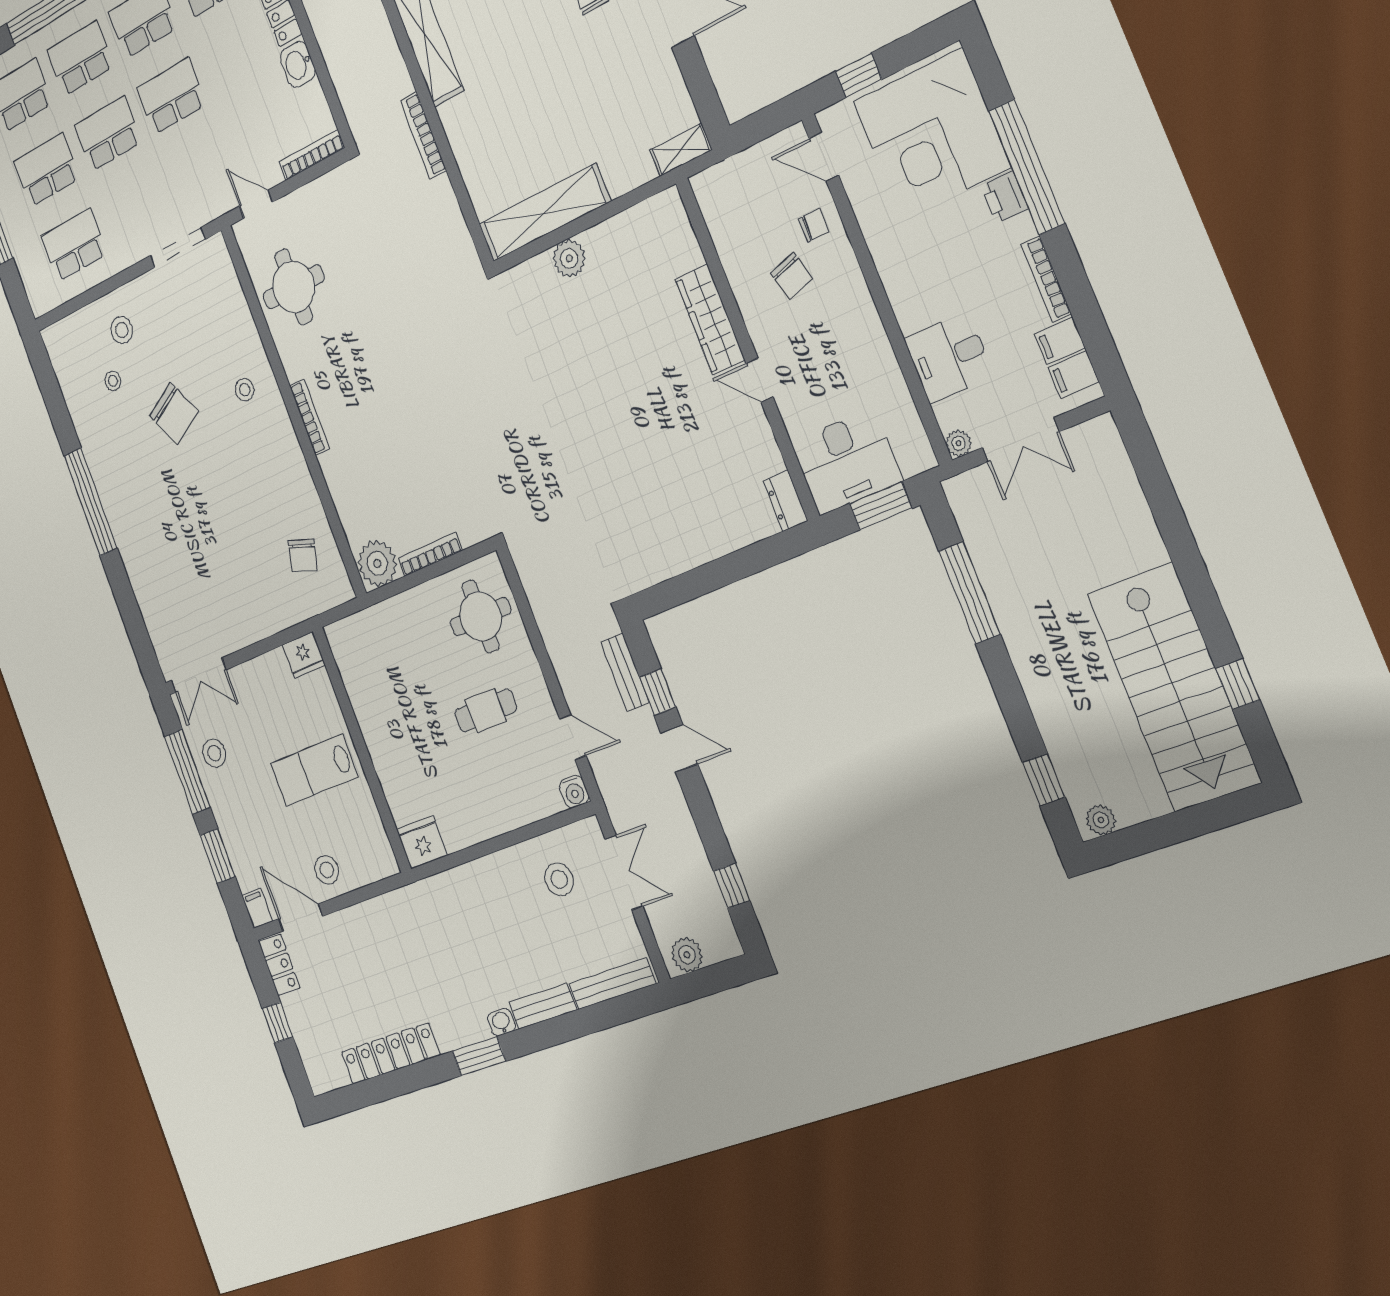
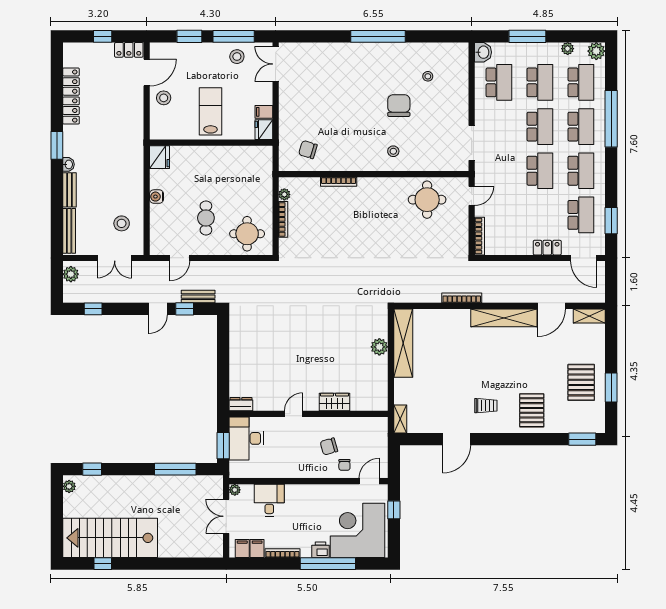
washbasin: (298, 64) -> (483, 52), moved, turned 90
wardrobe: (710, 319) -> (335, 402), width x0.67
stool: (122, 330) -> (449, 93), removed
chair: (174, 413) -> (399, 106), turned 118
bookcase: (309, 417) -> (339, 182), moved
plant: (377, 563) -> (284, 194), width x0.53, depth x0.53
water cooler: (574, 792) -> (157, 197), moved
filing cabinet: (257, 908) -> (264, 112), moved, turned 180

